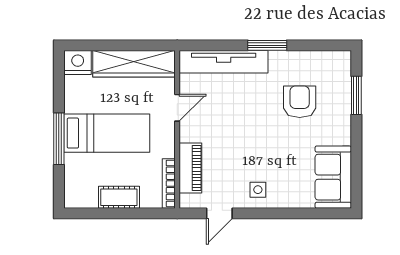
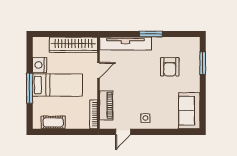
nightstand: (78, 63) -> (40, 65), moved, turned -90
armchair: (300, 102) -> (170, 67), turned 180
cot: (119, 197) -> (53, 122), moved

